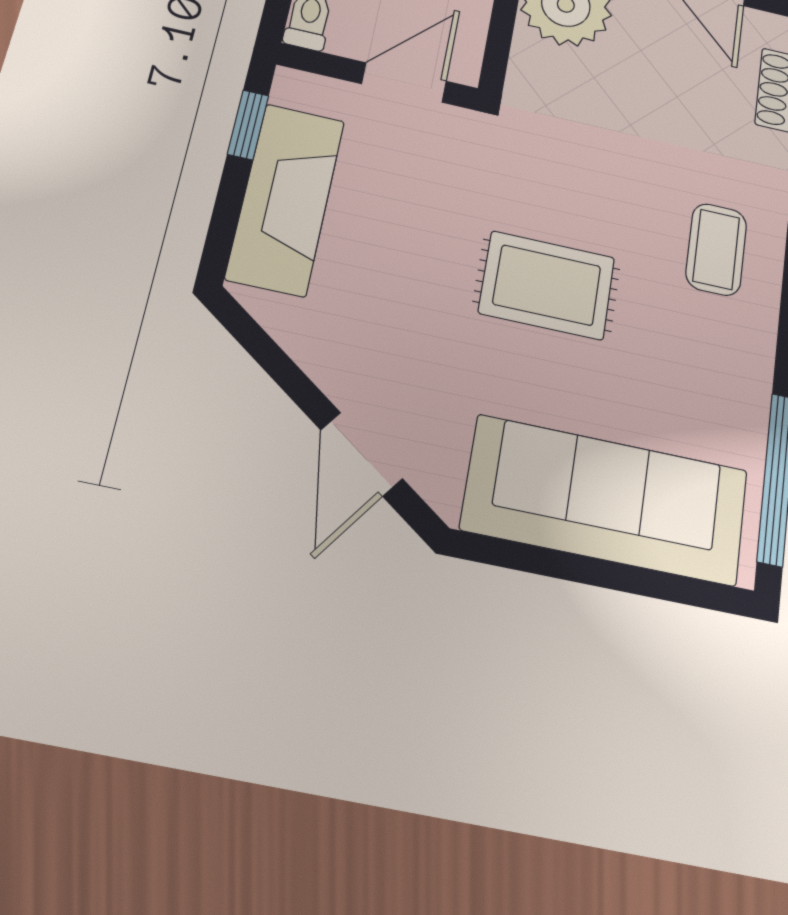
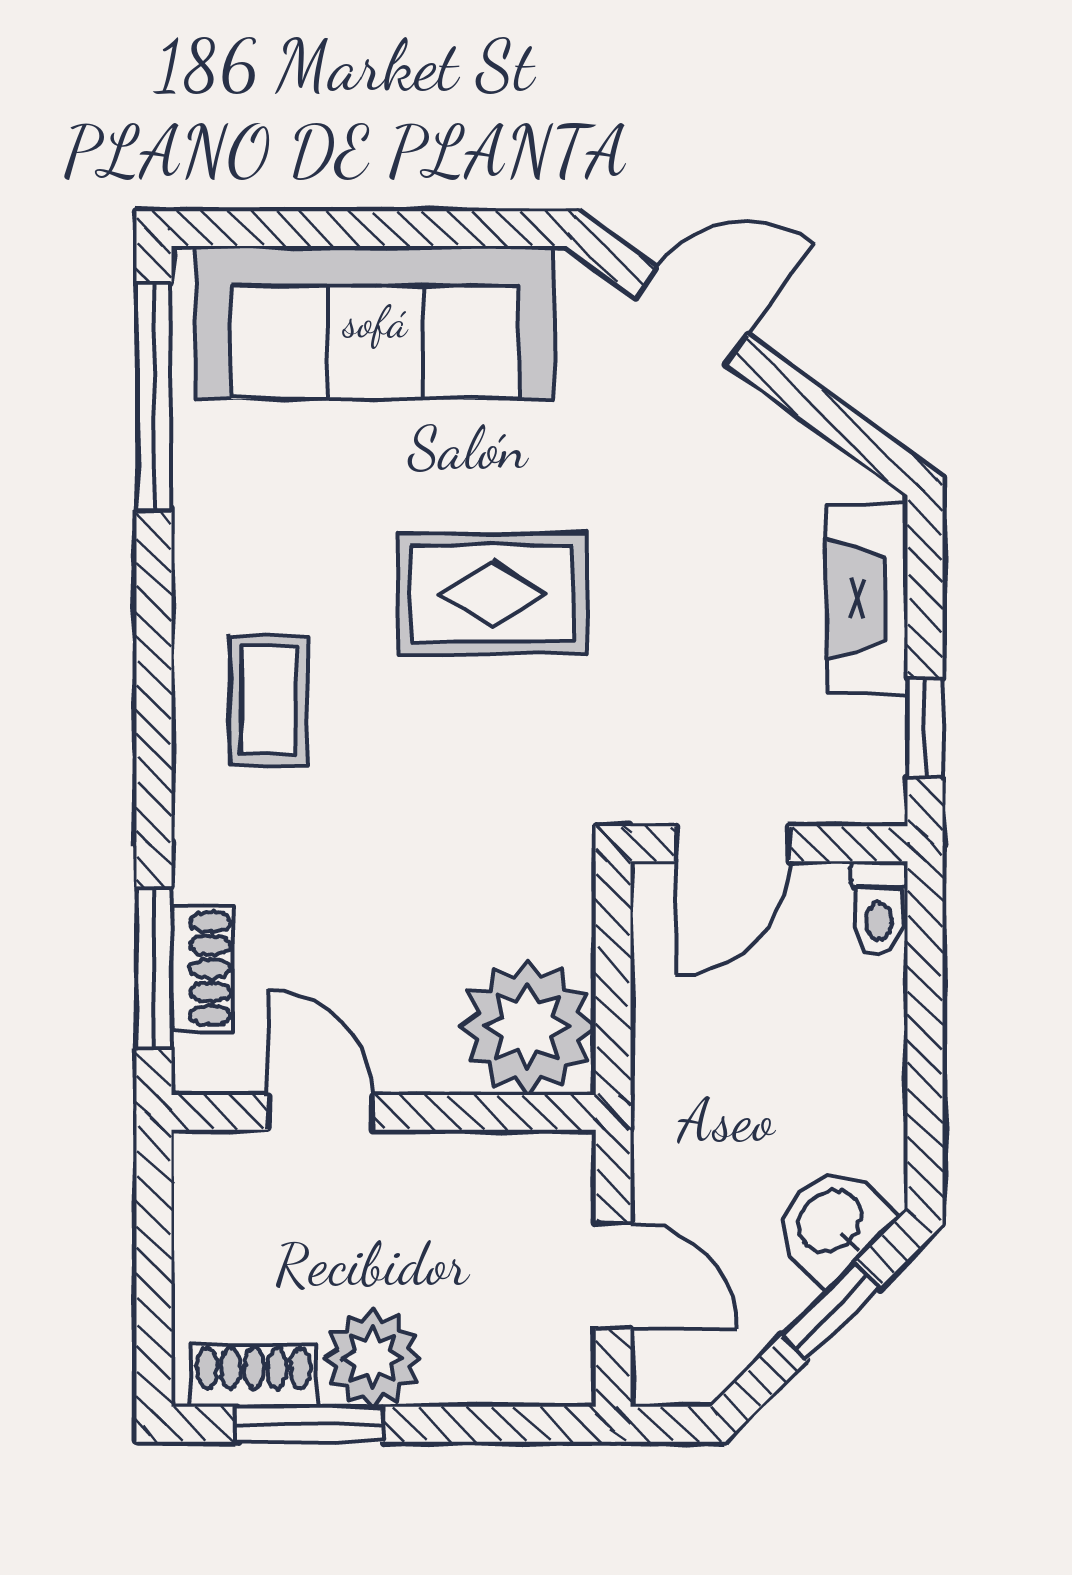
fireplace: (286, 199) -> (867, 599), width x0.73, depth x0.76
door: (361, 454) -> (691, 316), hinge flipped

